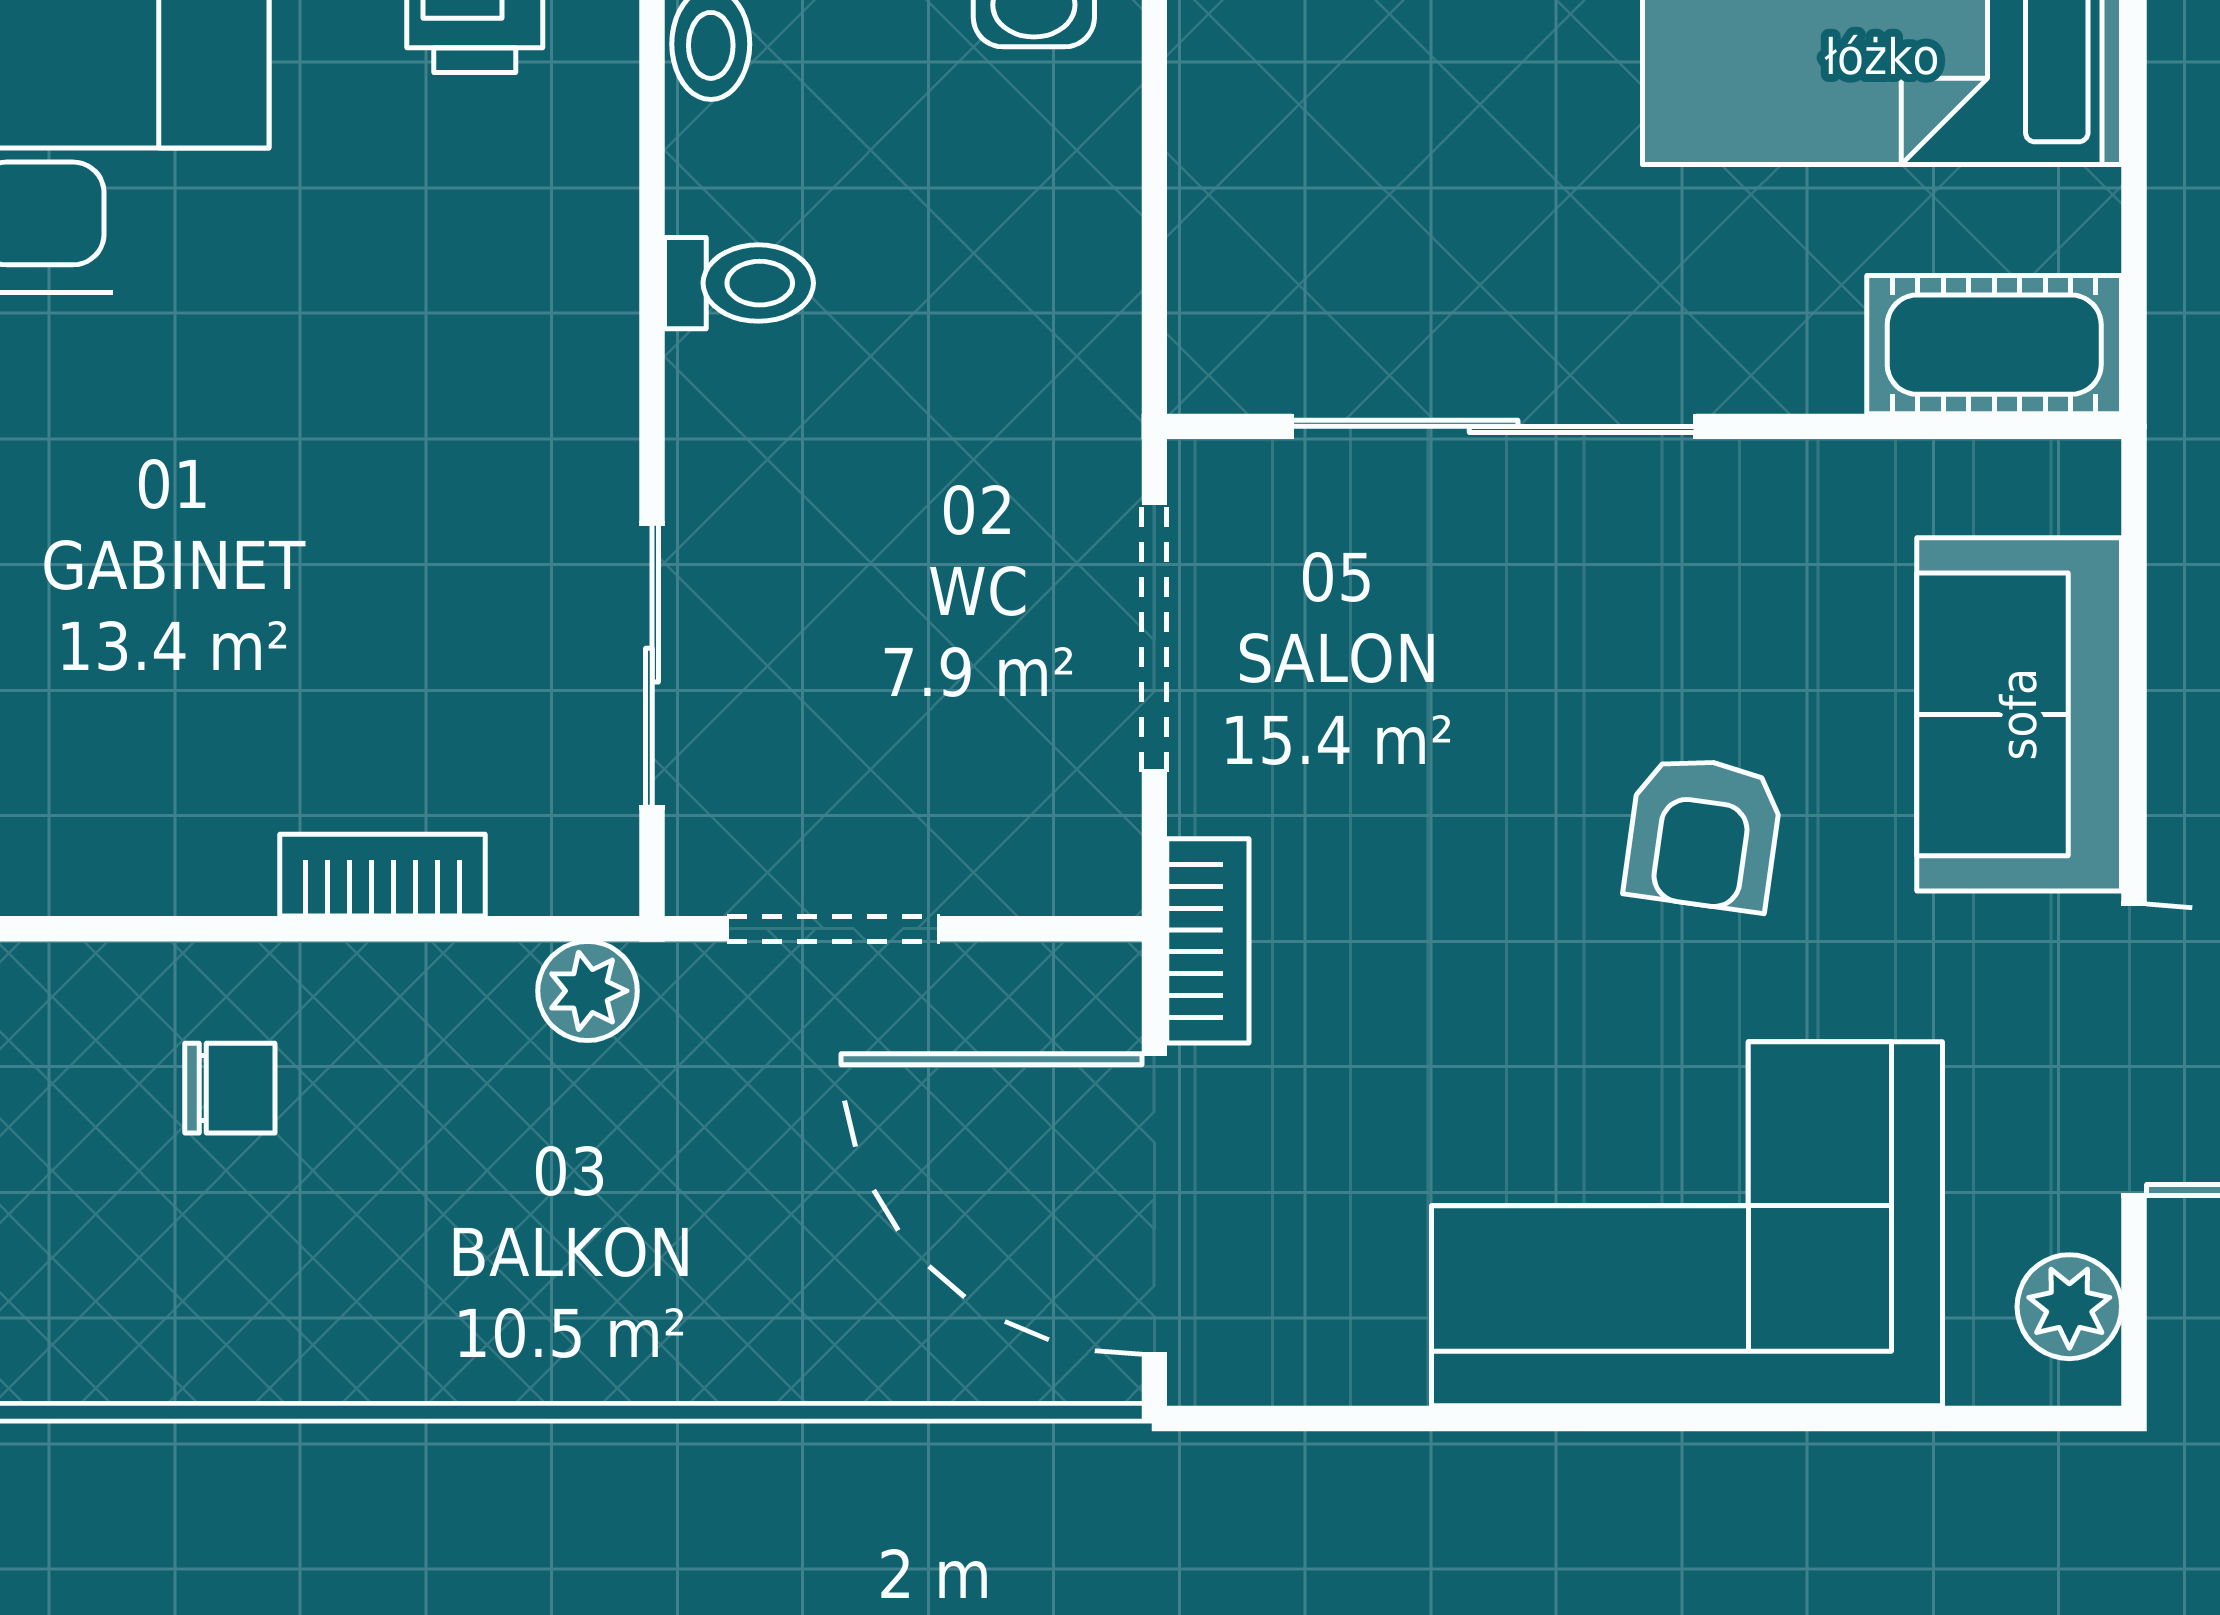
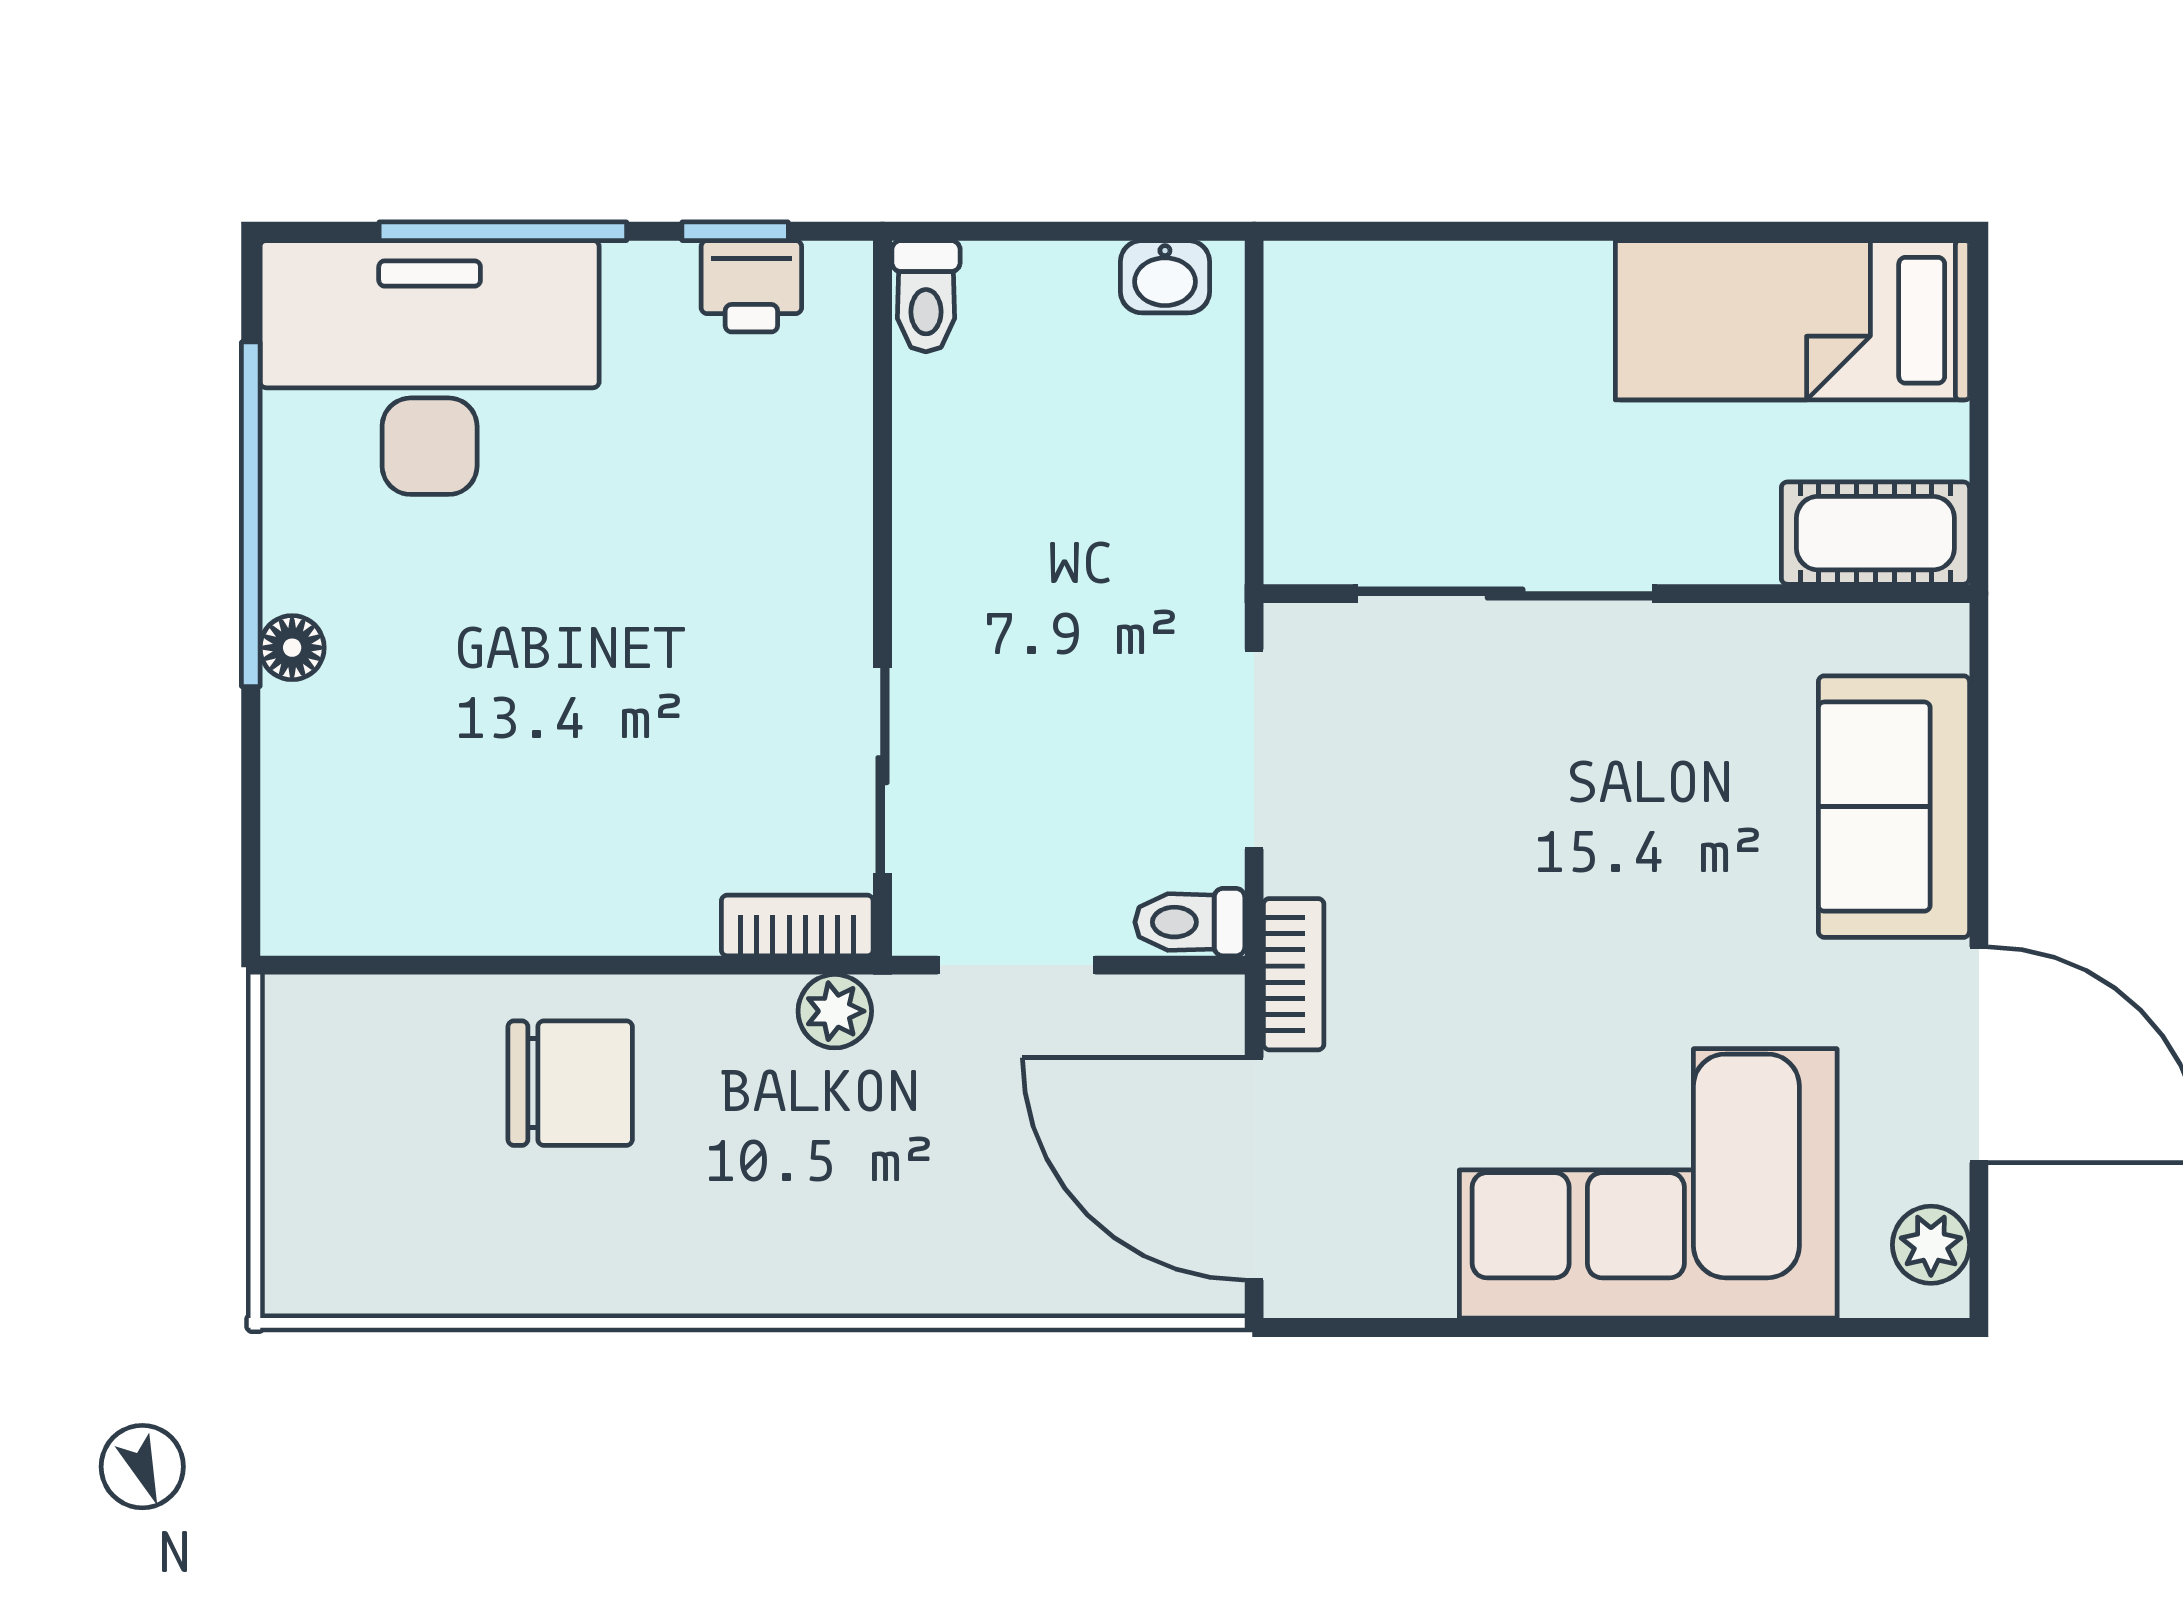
toilet: (739, 283) -> (1190, 922), moved, turned 180
armchair: (1703, 833) -> (1660, 894), removed
bookcase: (382, 875) -> (797, 925), moved
chair: (230, 1088) -> (570, 1083), width x1.87, depth x1.87

